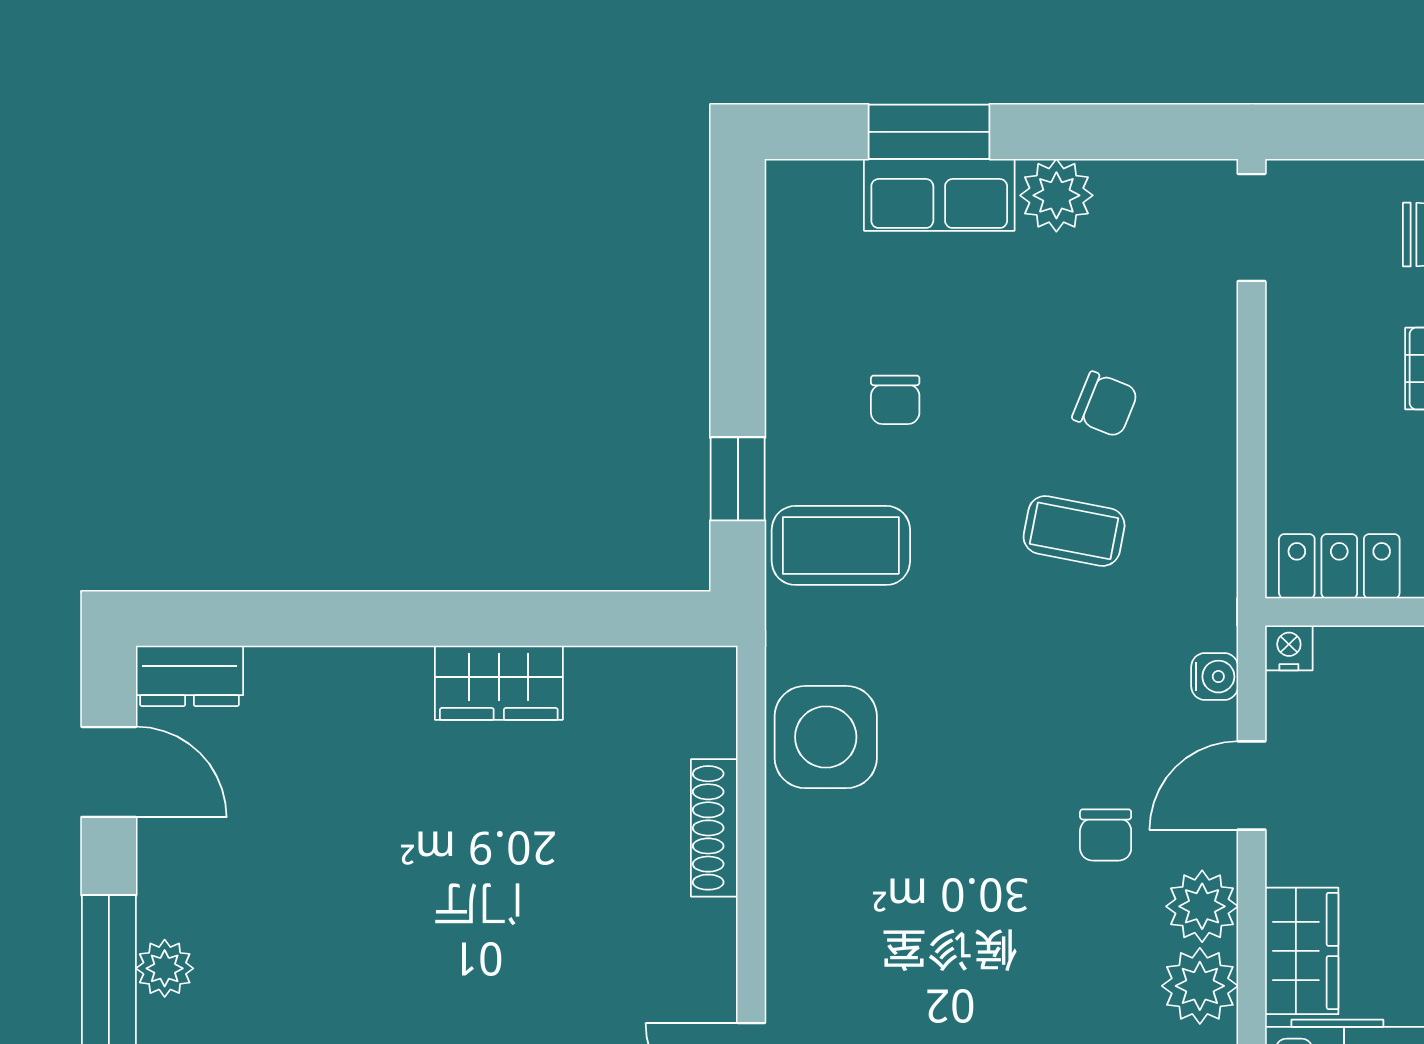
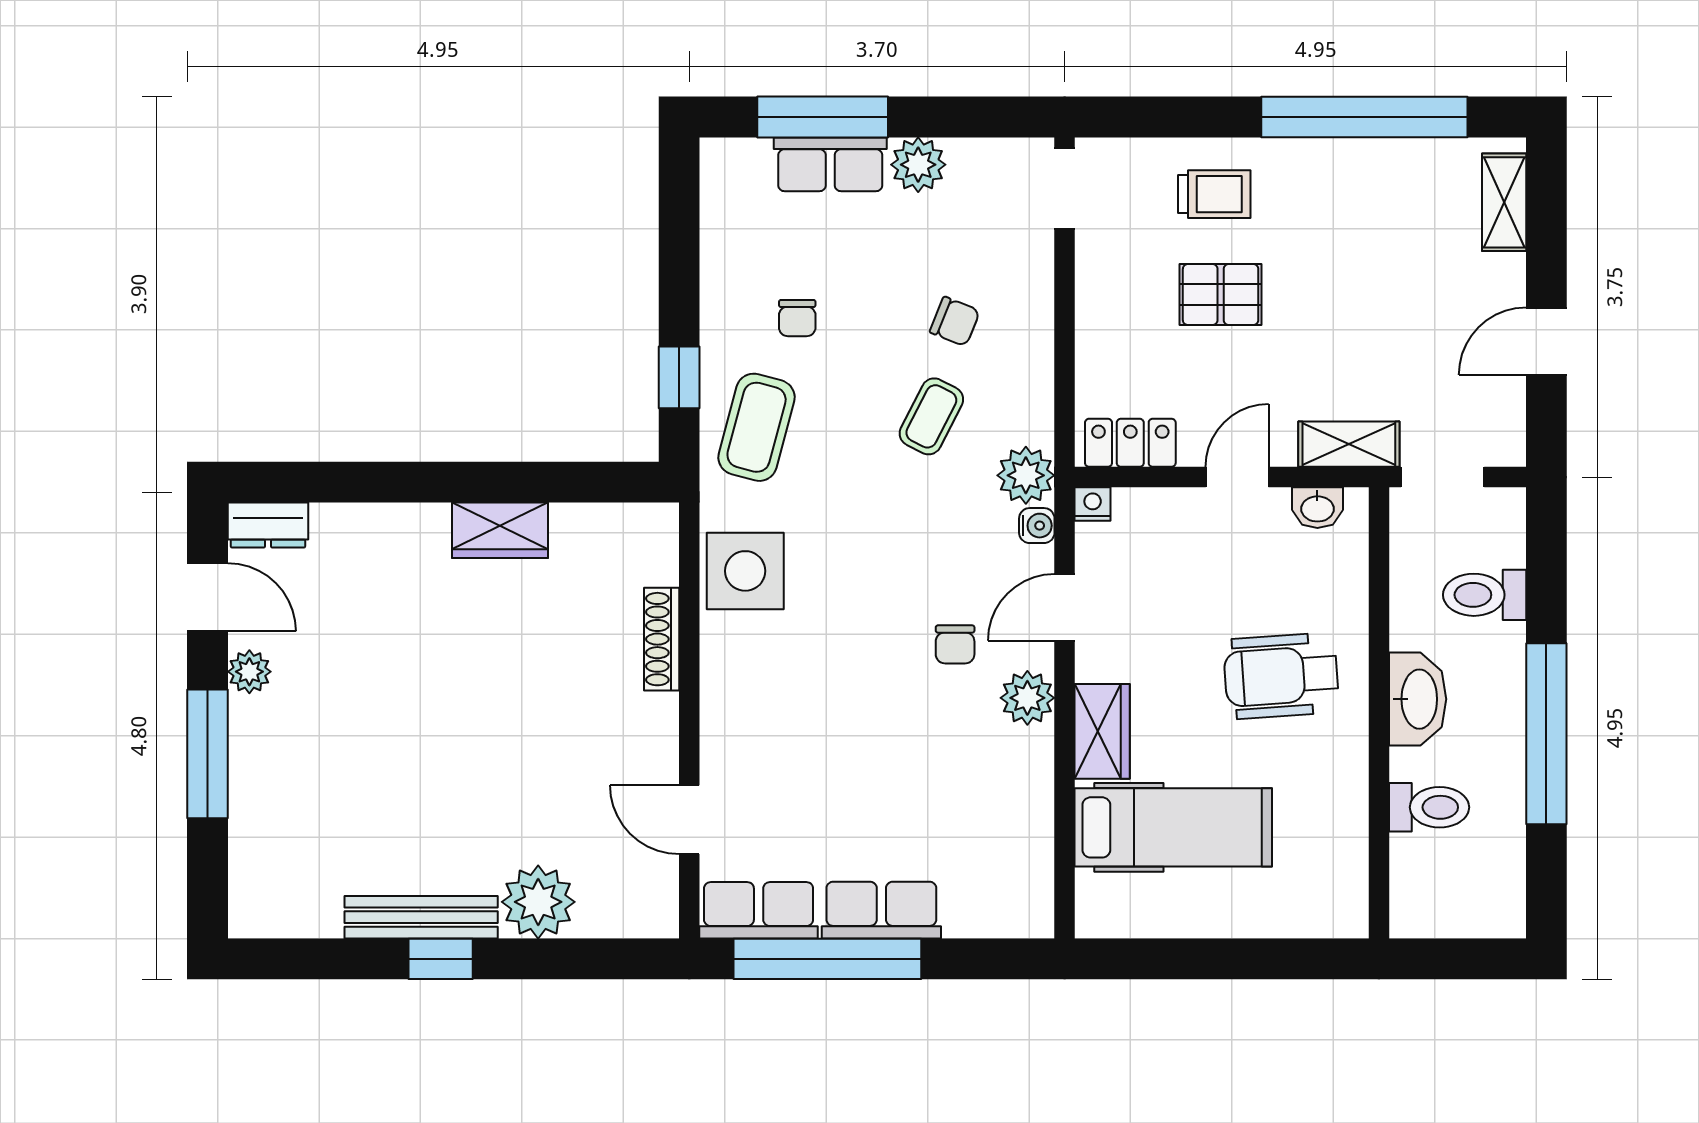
window: (929, 132) -> (823, 117), width x1.44
coffee table: (1074, 531) -> (931, 416), turned -74
coffee table: (841, 545) -> (757, 427), turned -75
plant: (165, 968) -> (249, 672), moved
plant: (1200, 986) -> (1026, 475), moved

